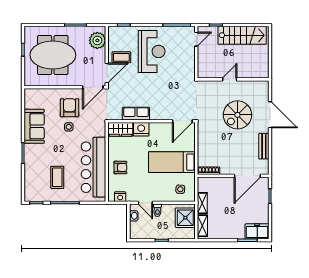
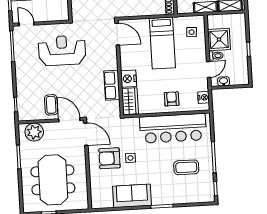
reception desk: (152, 51) -> (62, 51), moved
shower: (185, 218) -> (219, 40), moved

